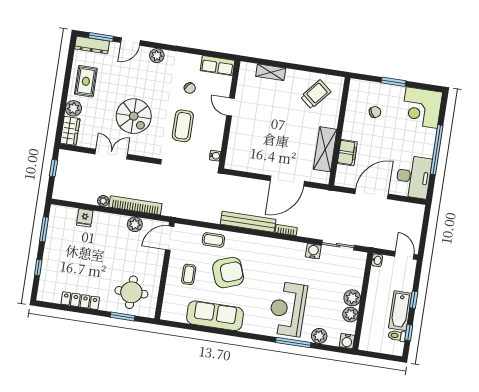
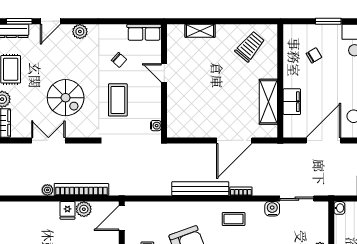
fridge: (85, 218) -> (67, 210), moved
coffee table: (213, 240) -> (234, 219), moved

